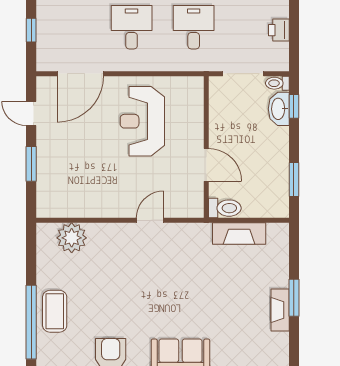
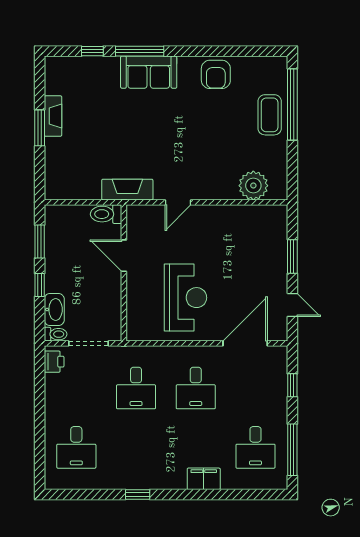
printer: (279, 30) -> (54, 362), moved
window: (294, 106) -> (40, 285), moved
fireplace: (239, 234) -> (127, 190), moved

